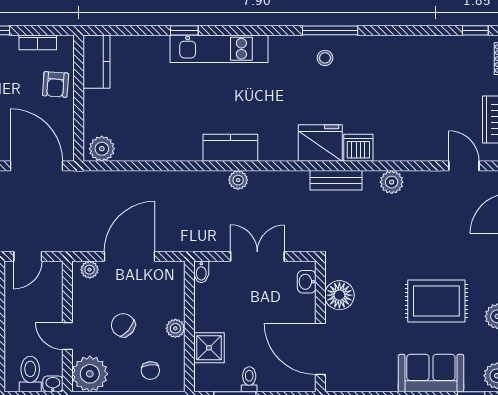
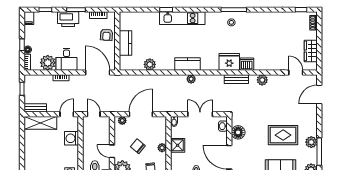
kitchen counter: (96, 62) -> (125, 43), moved
plant: (102, 149) -> (150, 64), moved
door: (28, 256) -> (94, 114), swing flipped
shower: (209, 348) -> (178, 145), moved

